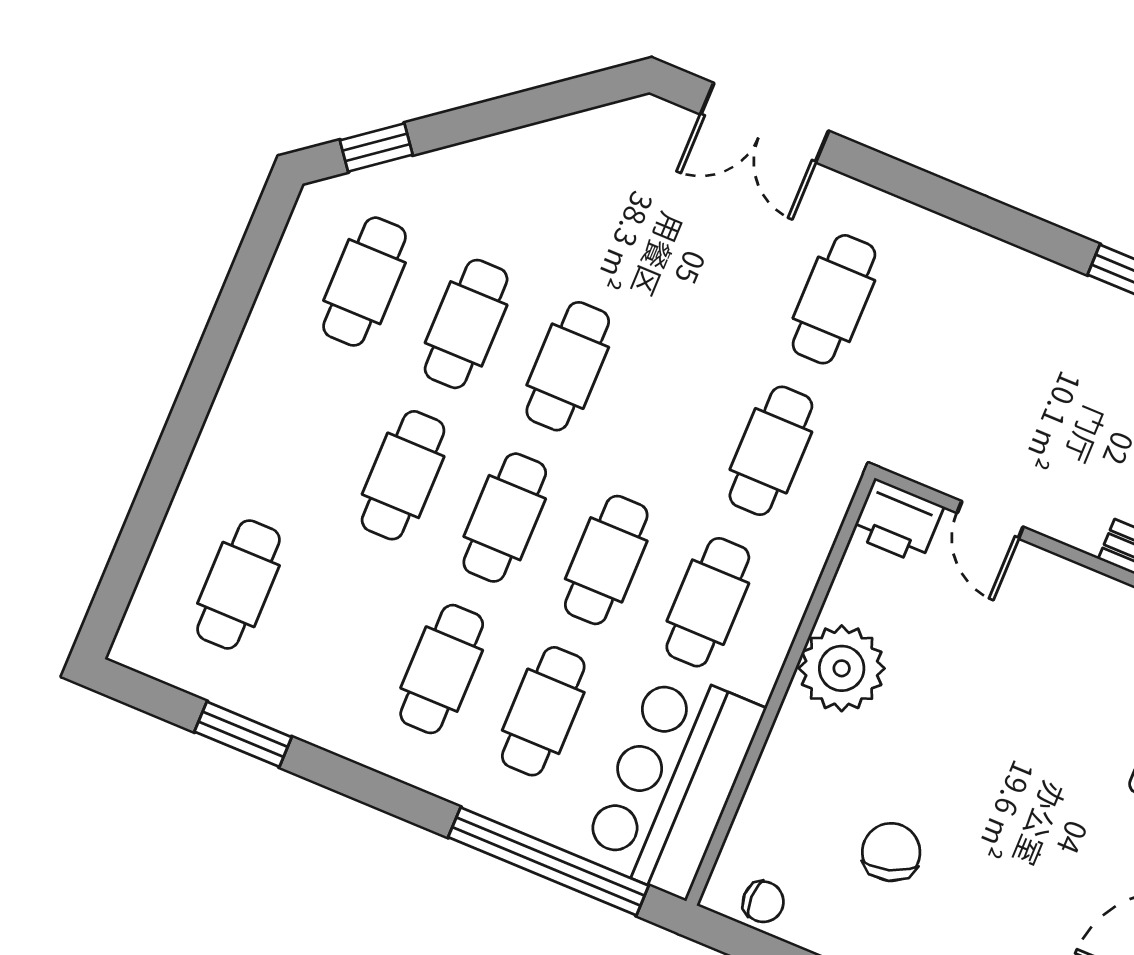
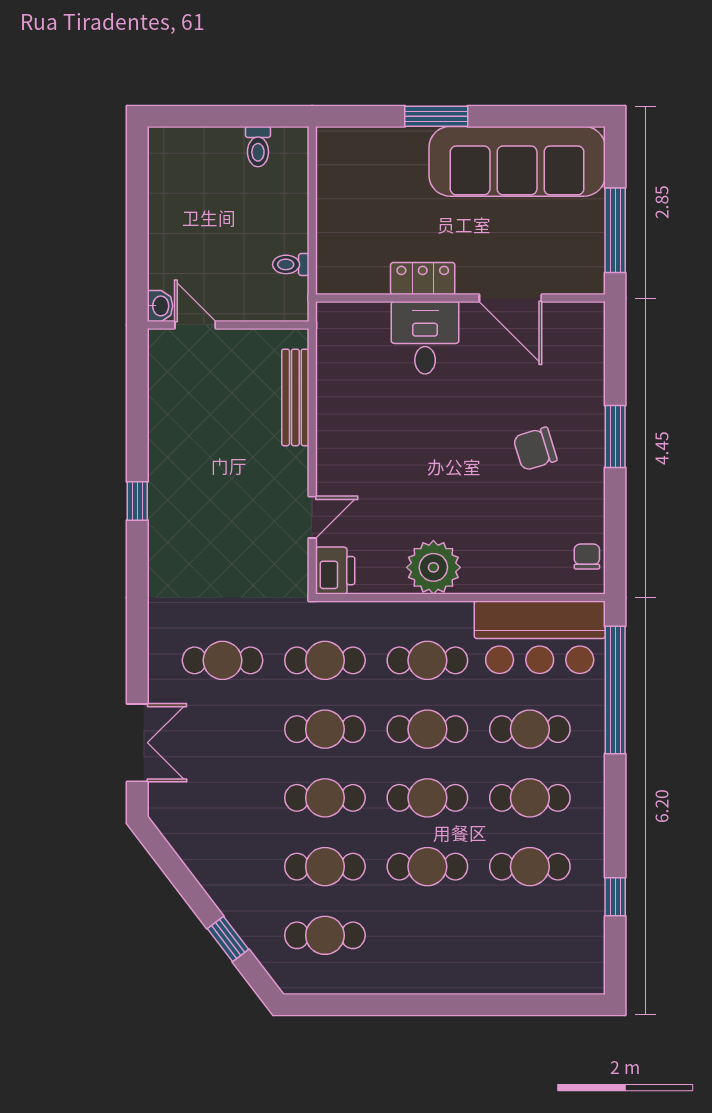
window: (376, 147) -> (228, 939), moved
cafe table: (669, 408) -> (325, 729), added
cafe table: (238, 584) -> (530, 867), moved
window: (243, 734) -> (615, 897), width x0.67
chair: (891, 852) -> (535, 449), moved

